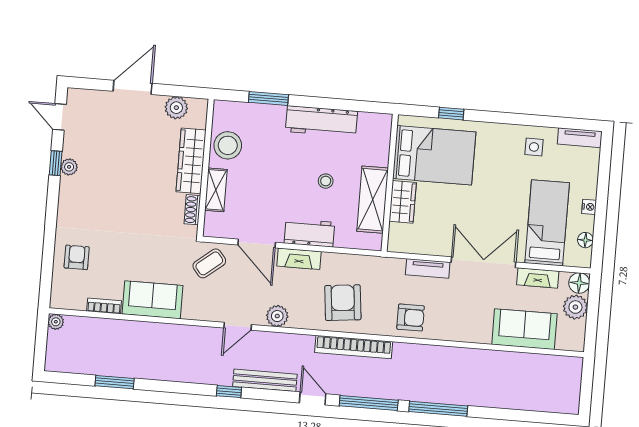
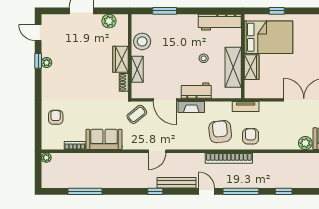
workbench: (321, 121) -> (220, 22), moved
wardrobe: (191, 161) -> (121, 59), width x0.67
tv unit: (428, 268) -> (246, 106), moved
plant: (277, 316) -> (305, 143), moved
armchair: (411, 318) -> (251, 136), moved, turned -90
window: (115, 382) -> (85, 191), width x1.44
window: (438, 409) -> (284, 191), width x0.46

